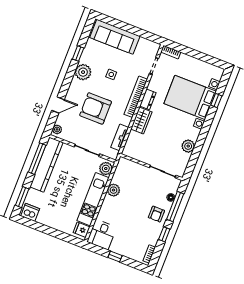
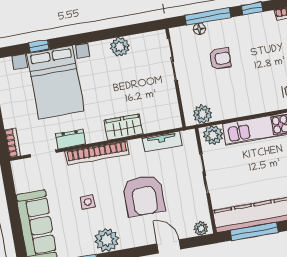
dresser: (148, 99) -> (71, 139), moved
plant: (113, 190) -> (203, 114), moved
armchair: (156, 214) -> (220, 59), moved

